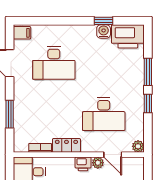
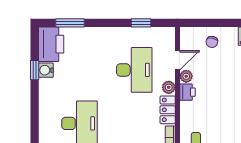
window: (148, 72) -> (70, 23), moved
window: (148, 103) -> (141, 23), moved
plant: (138, 146) -> (169, 87), moved

